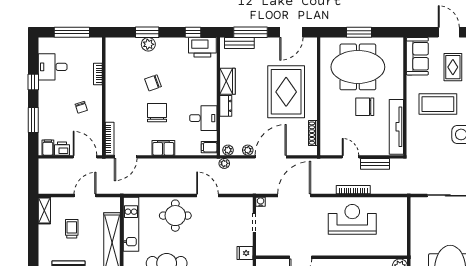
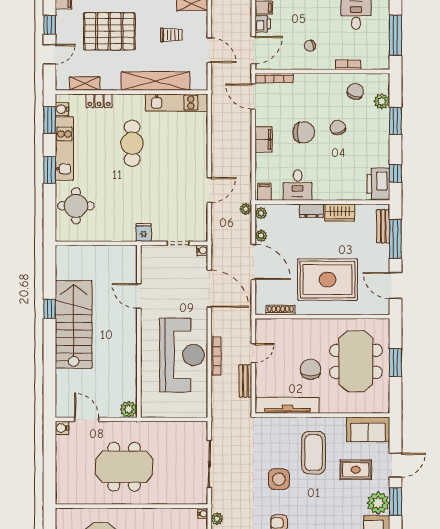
plant: (148, 44) -> (382, 101), moved
chair: (121, 67) -> (355, 91), added
round table: (175, 216) -> (186, 153), removed
reception desk: (352, 219) -> (182, 355), width x1.36, depth x1.30

